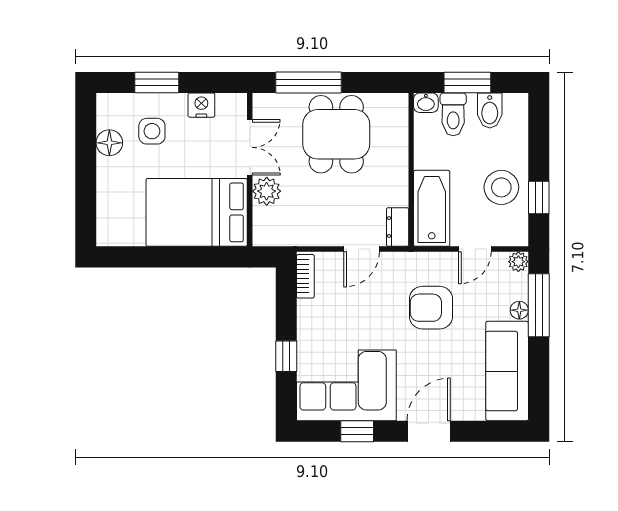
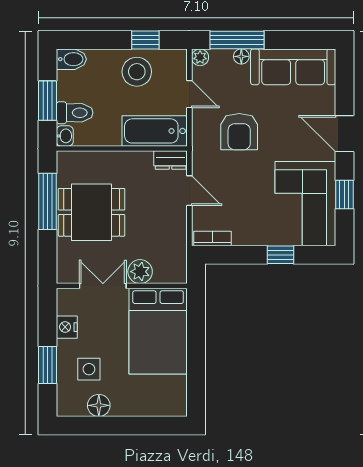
window: (309, 82) -> (47, 201), moved
bidet: (490, 111) -> (71, 59), moved

